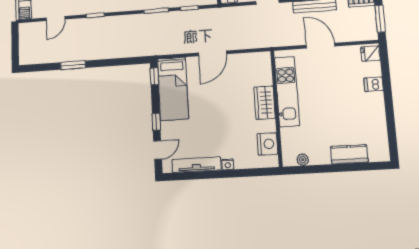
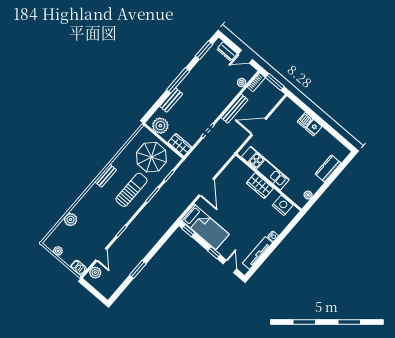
plant: (34, 29) -> (95, 273), added
fridge: (370, 54) -> (314, 128), moved

